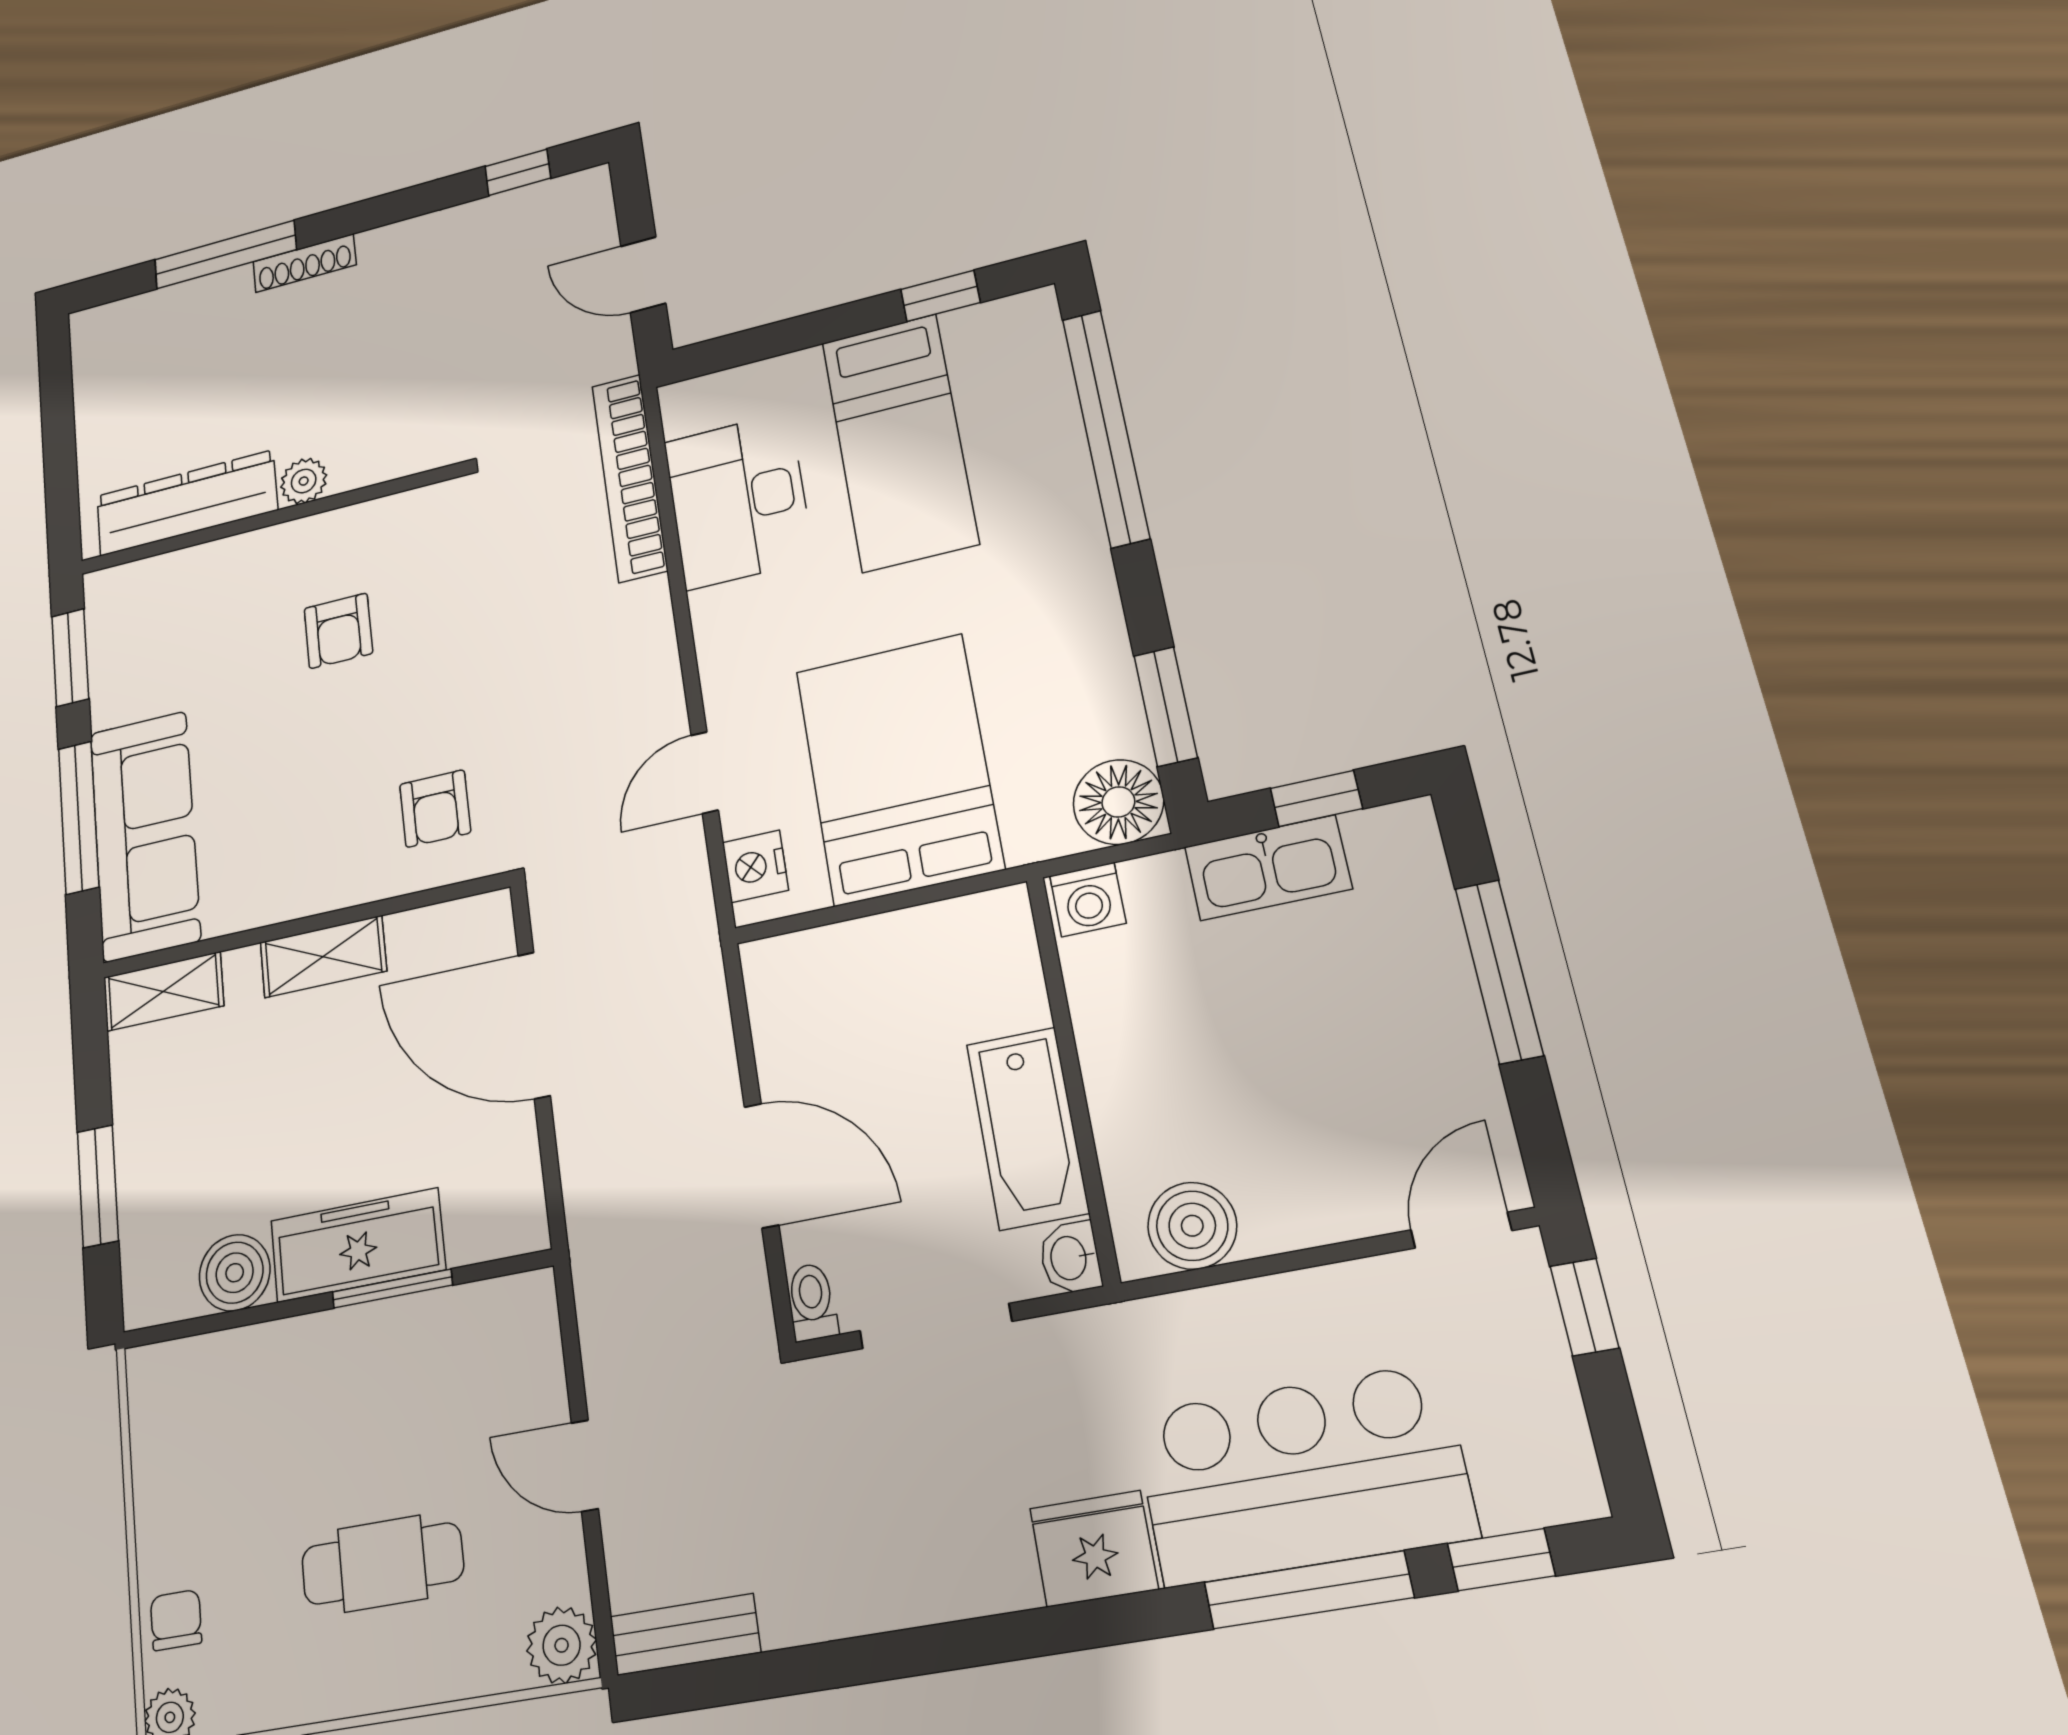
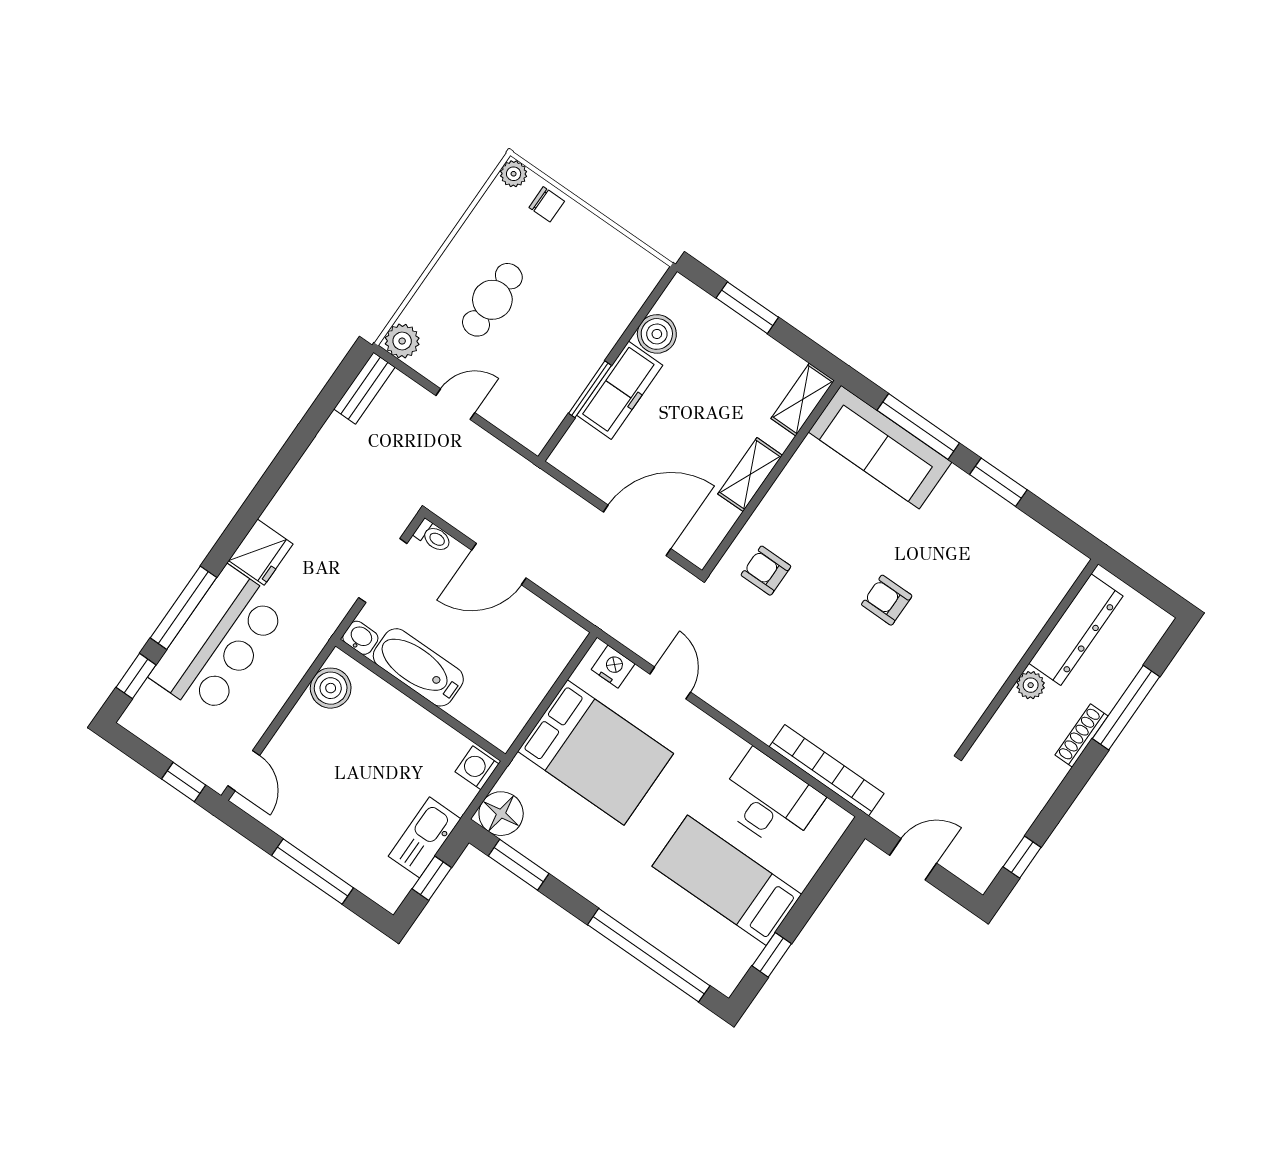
plant: (304, 481) -> (1031, 685), moved
dresser: (187, 503) -> (1076, 630), moved
wall: (269, 519) -> (1029, 656), moved

